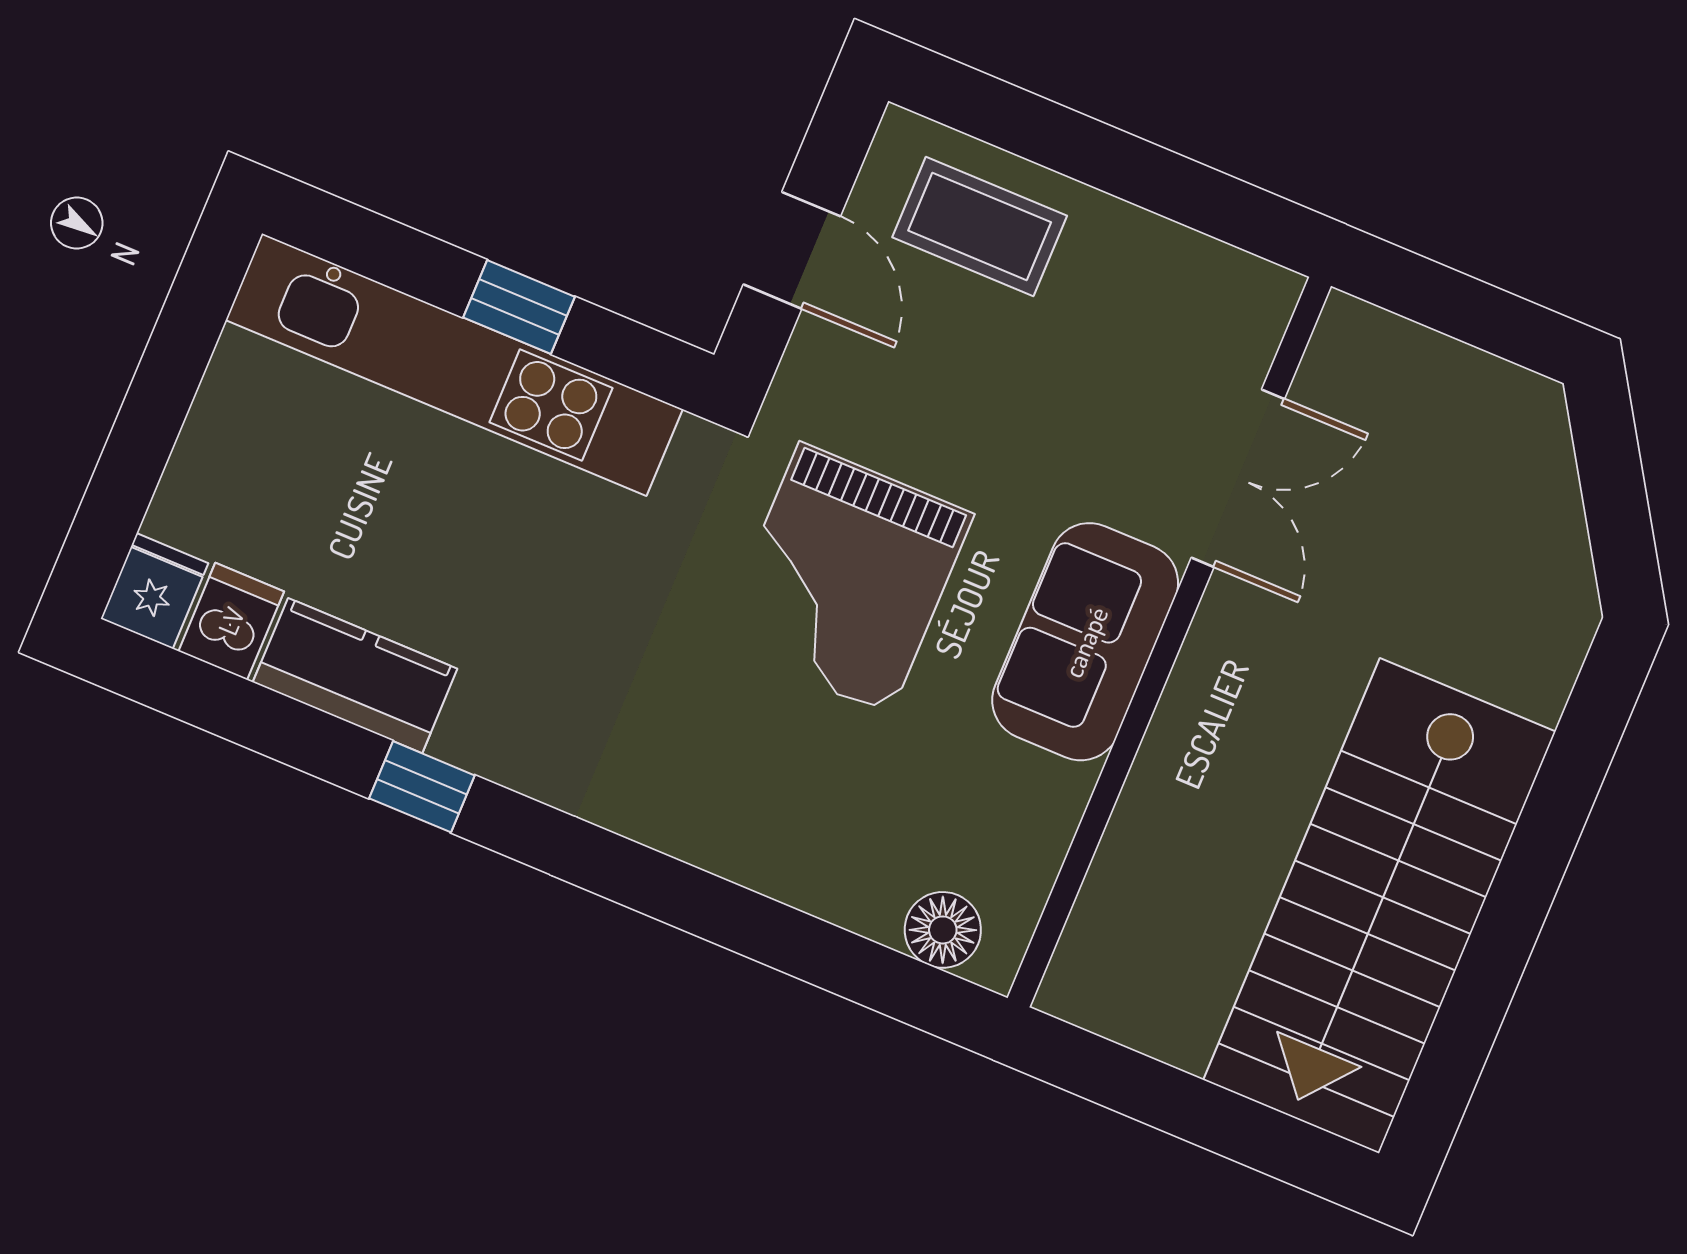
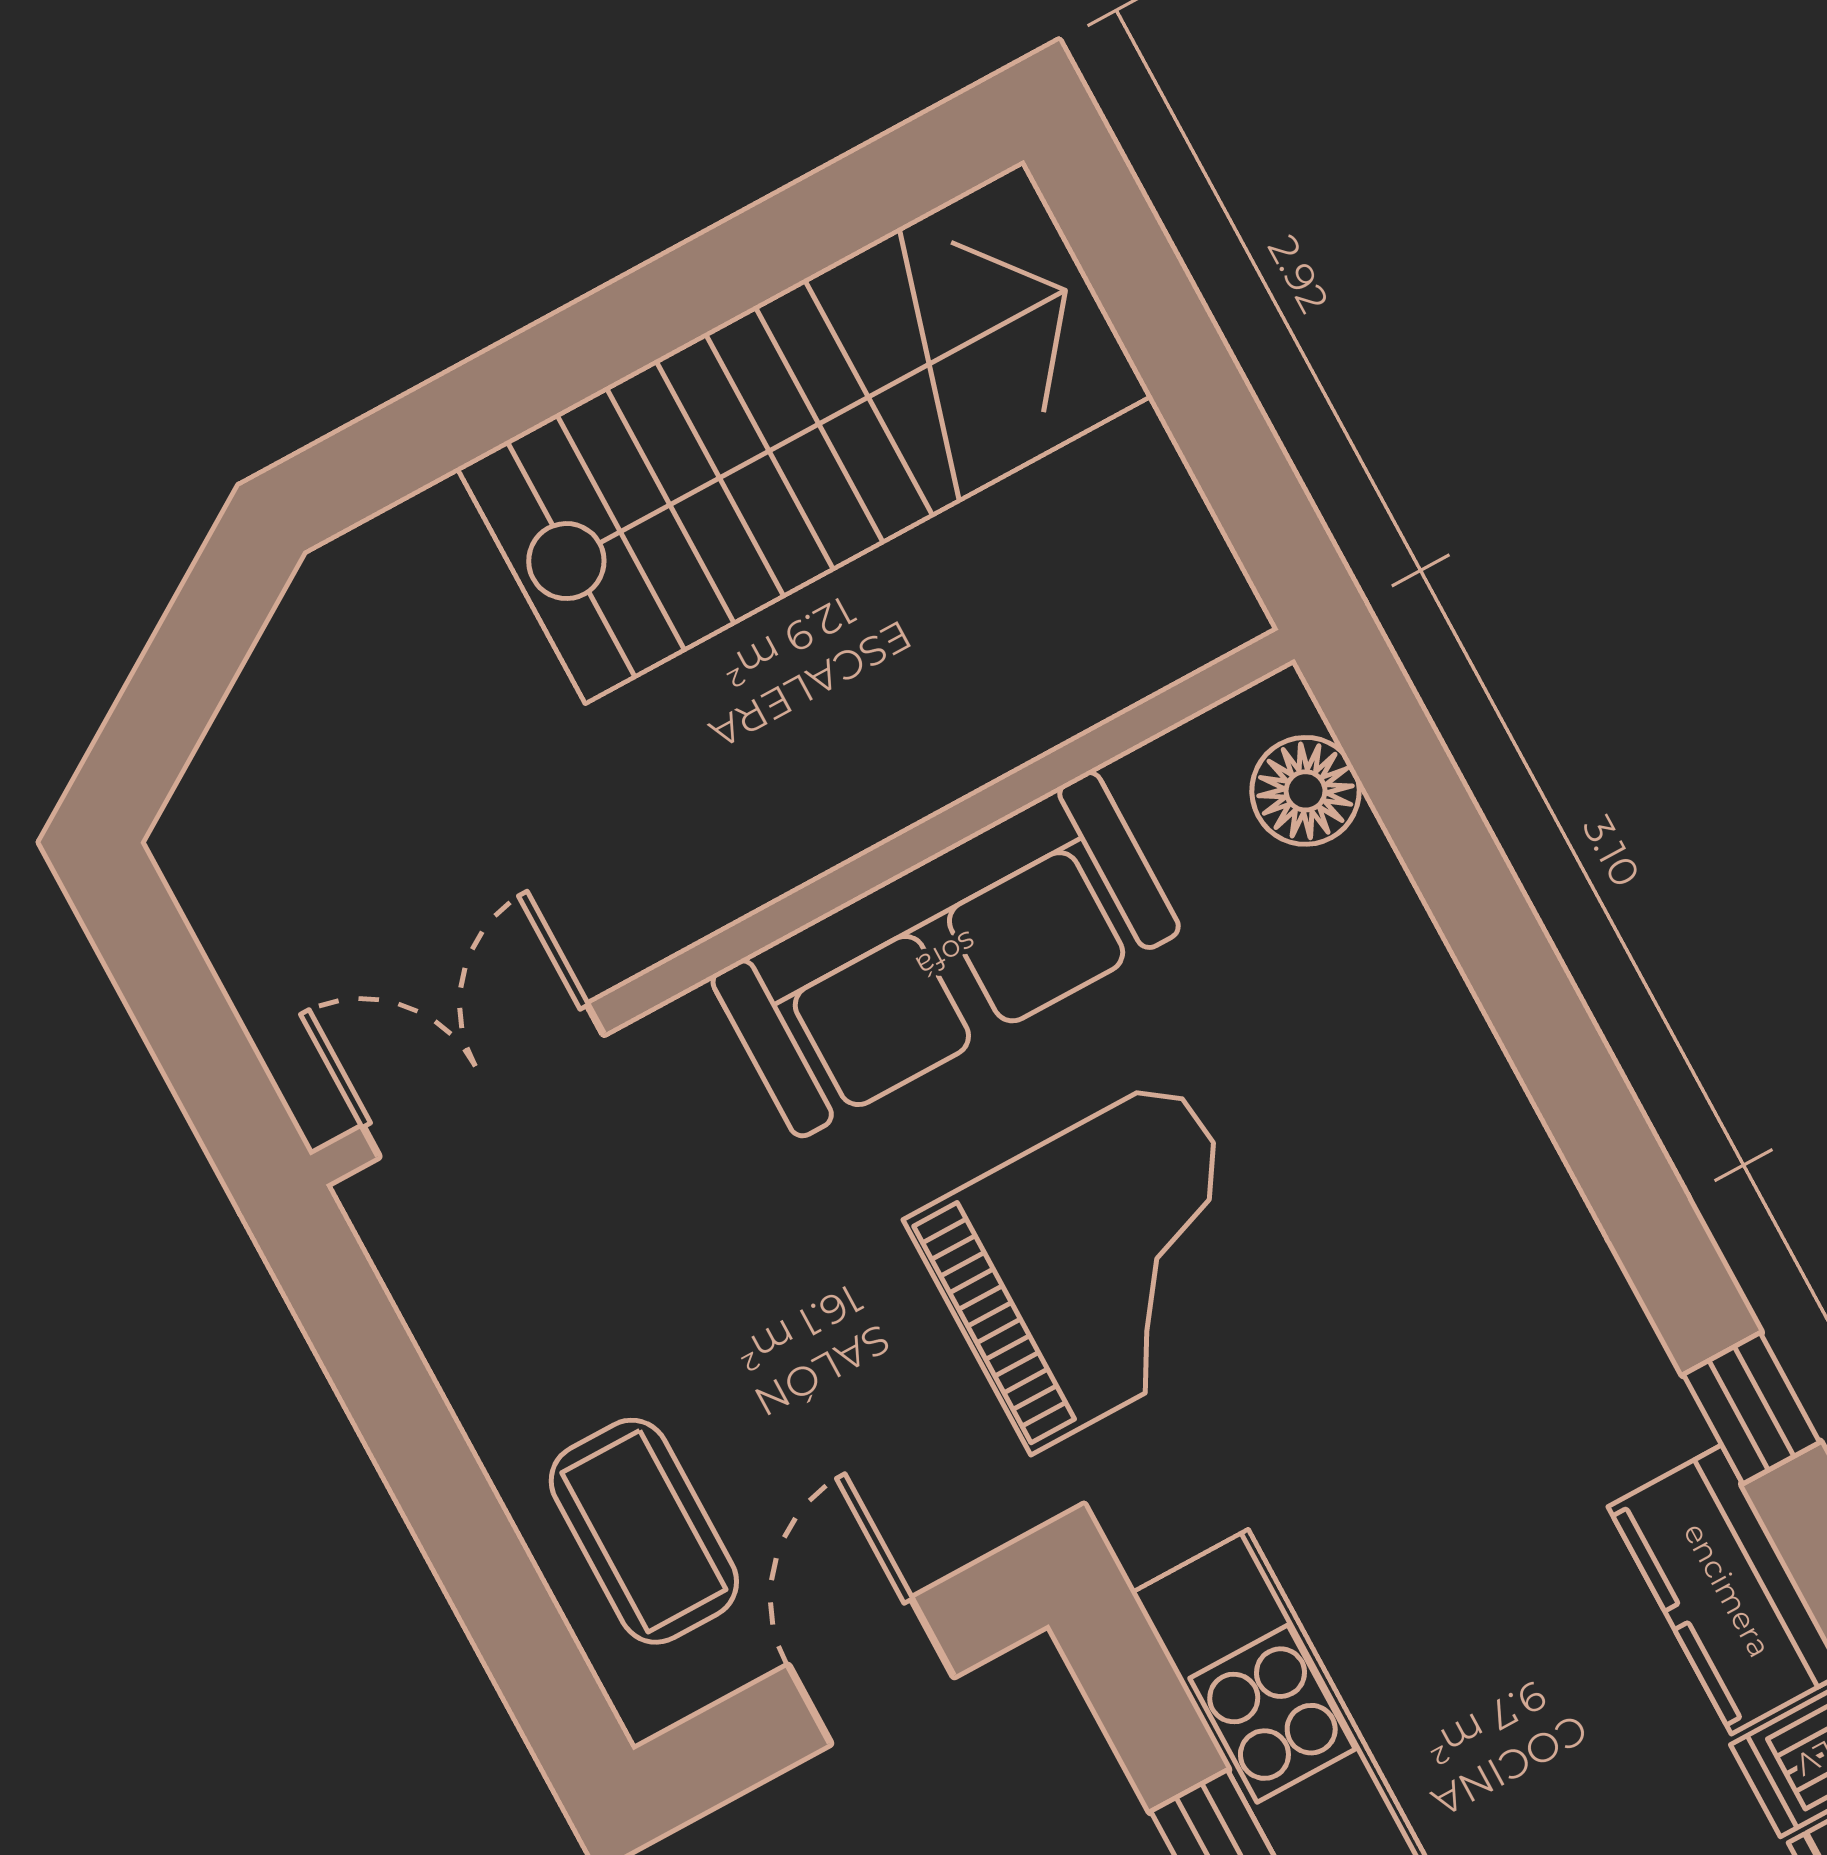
double door: (1238, 478) -> (483, 1081), moved
sofa: (1085, 642) -> (946, 954), width x1.36

